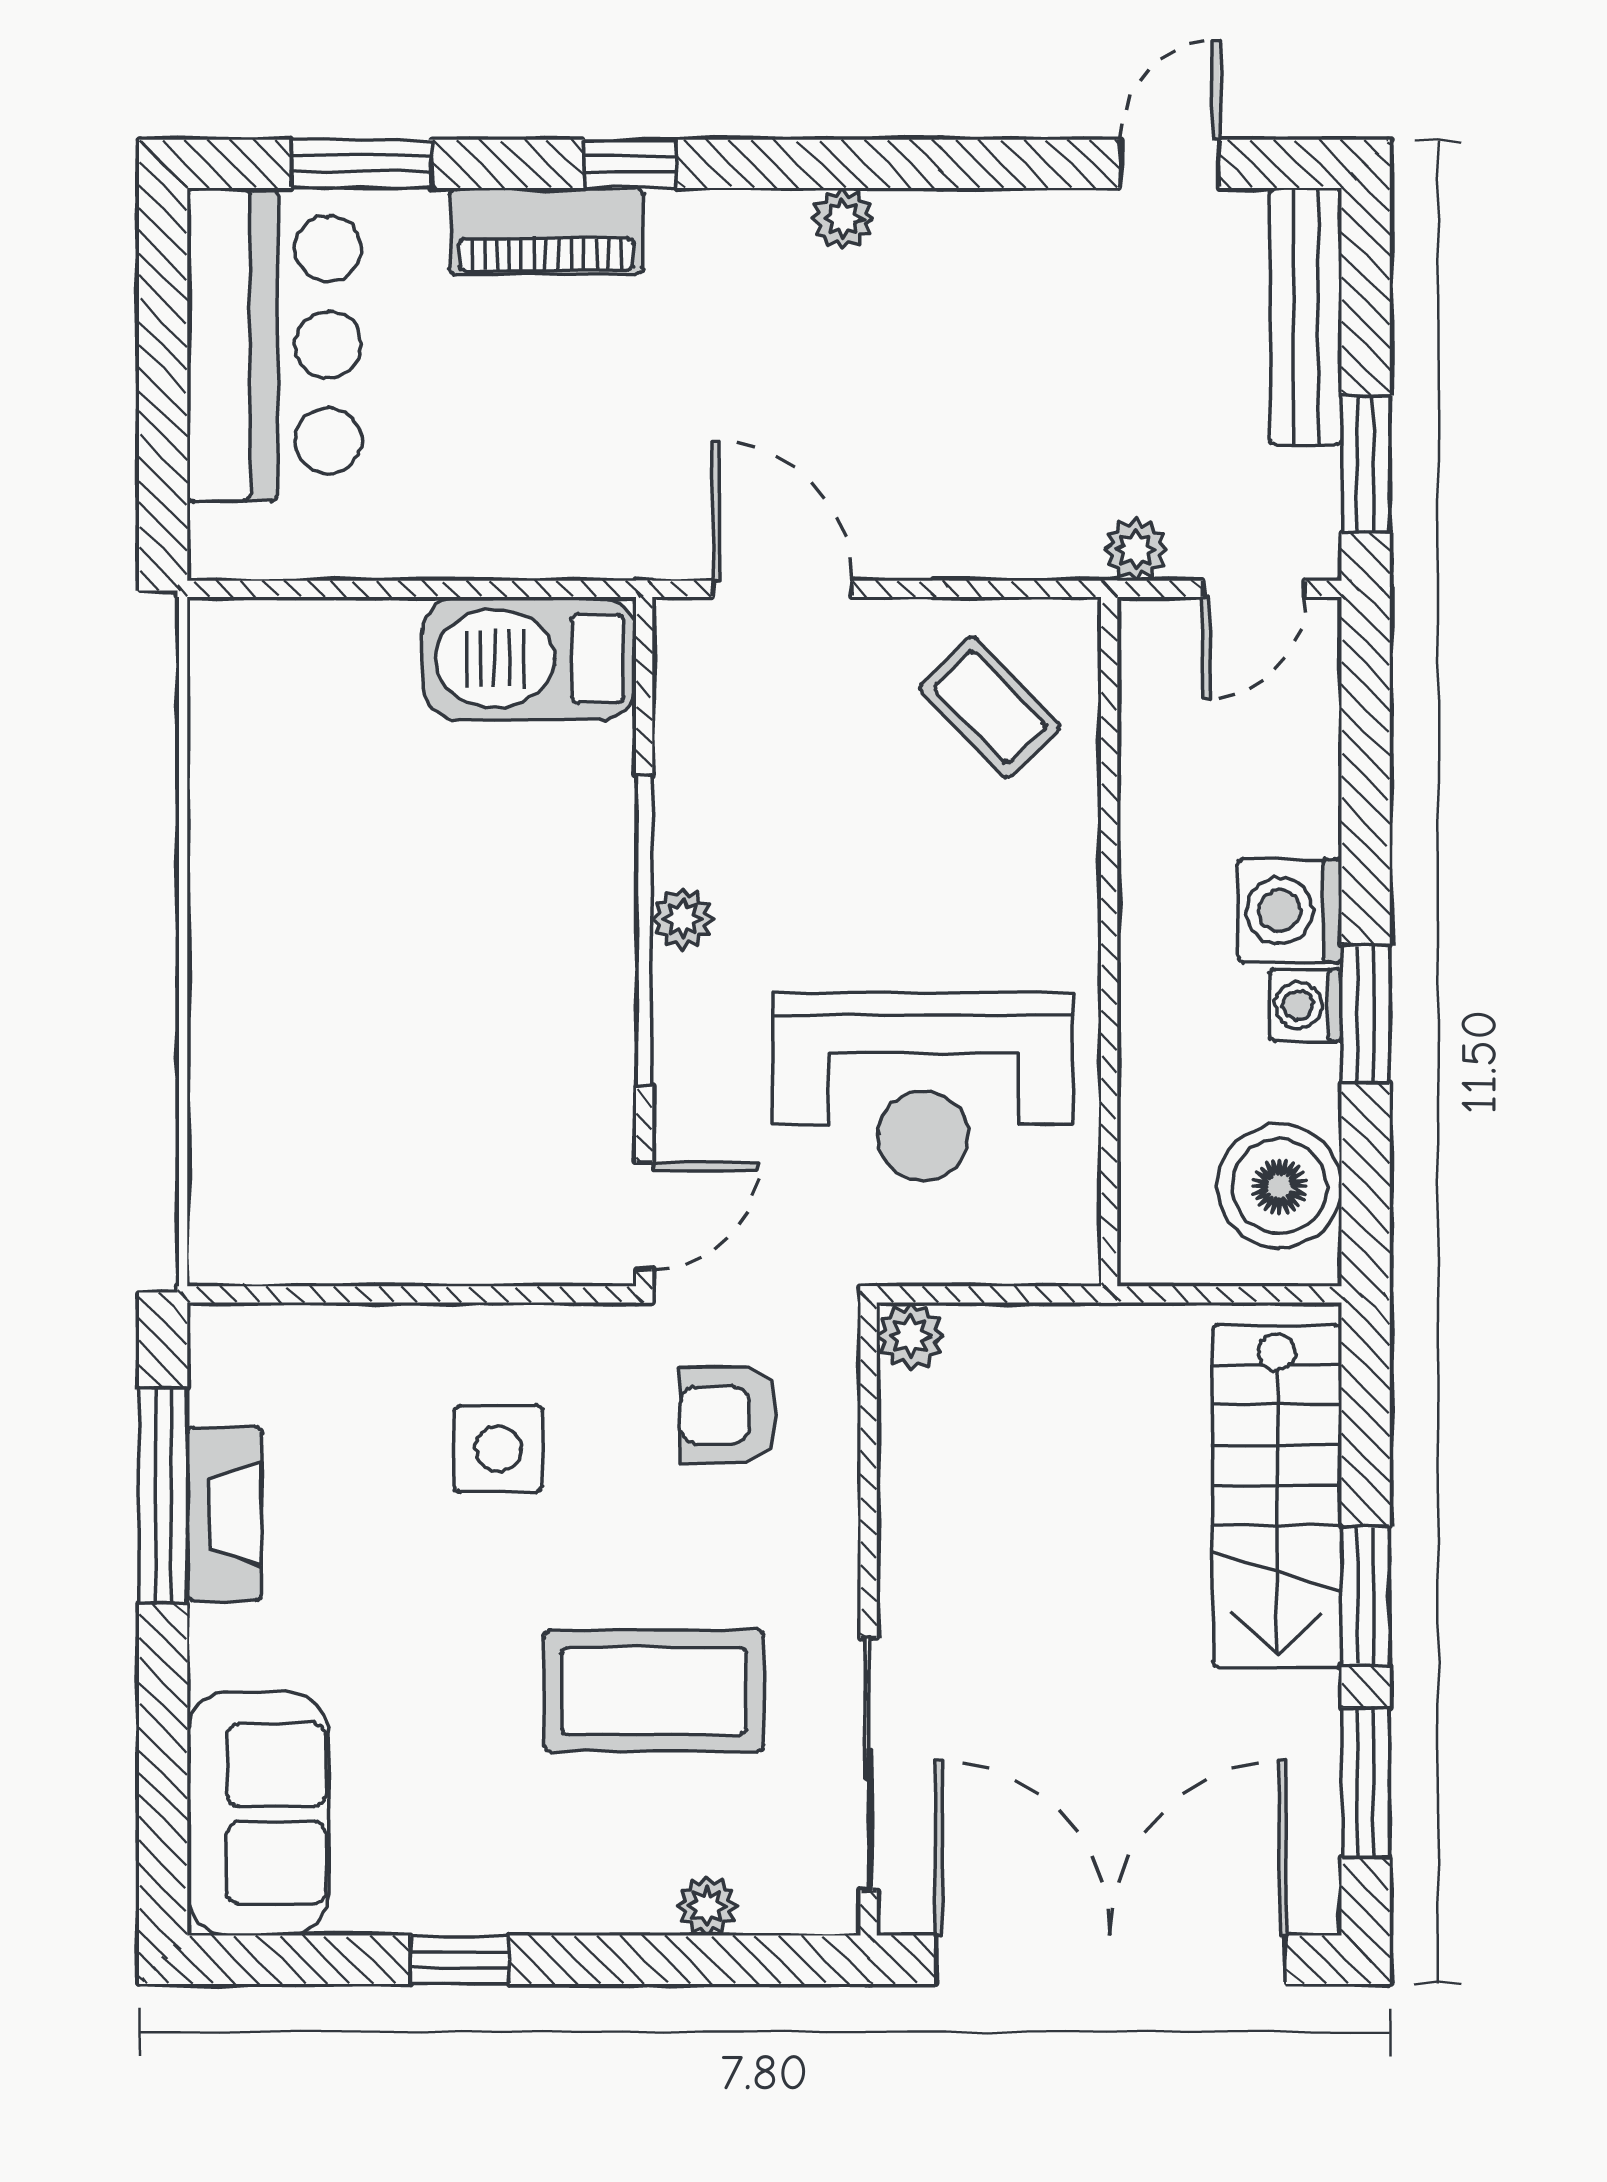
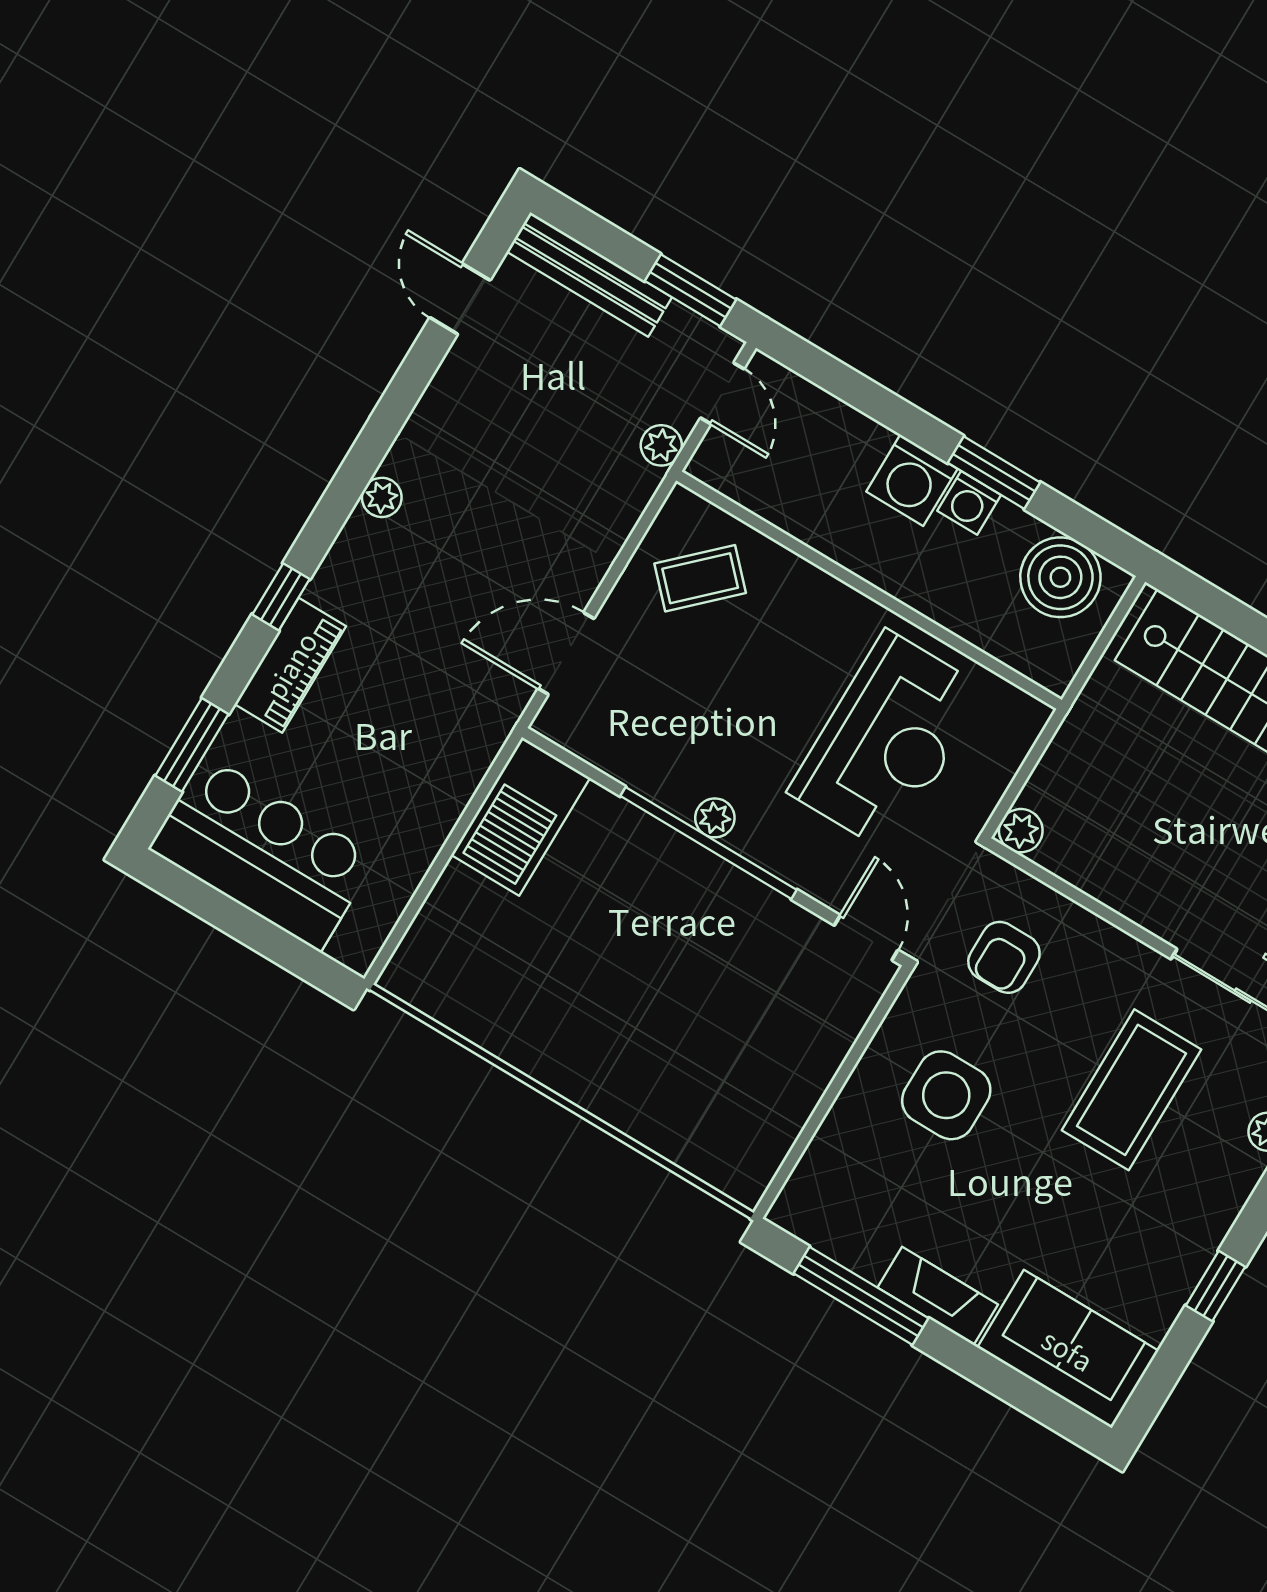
side table: (498, 1449) -> (946, 1095), width x1.37, depth x1.37
fireplace: (224, 1514) -> (938, 1296), moved

